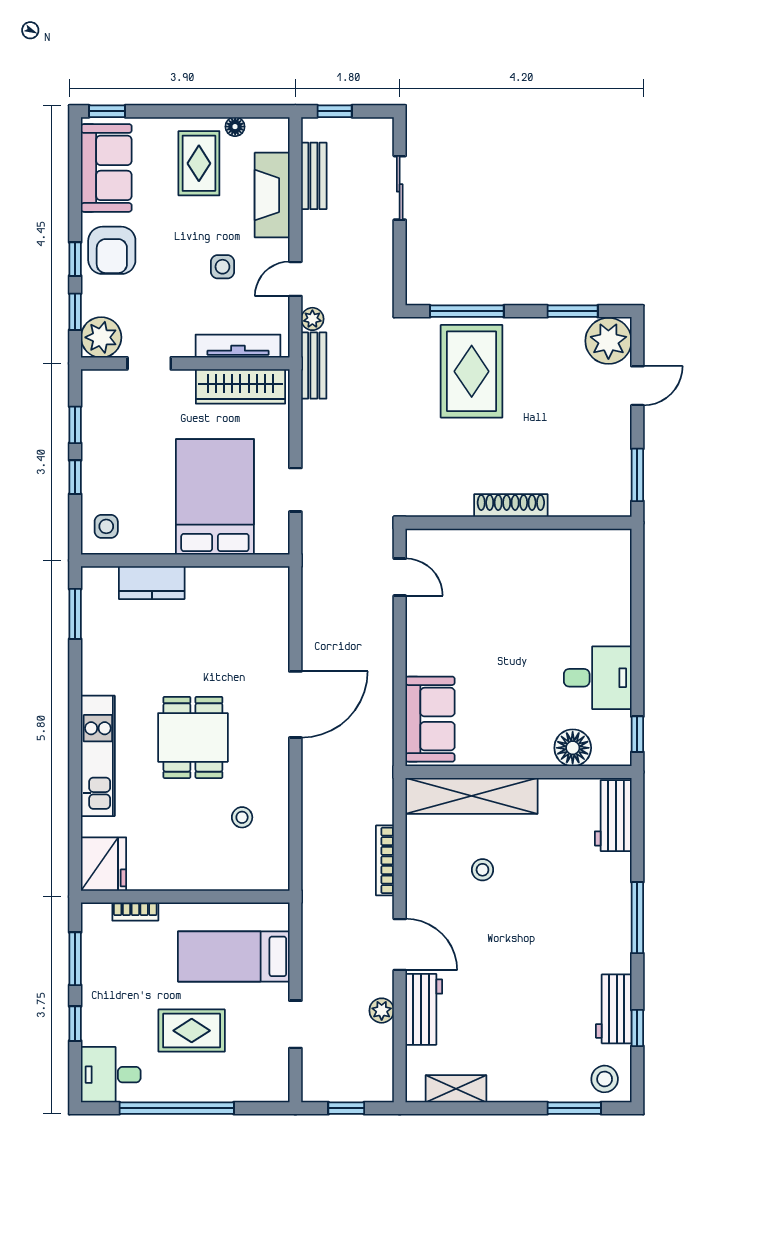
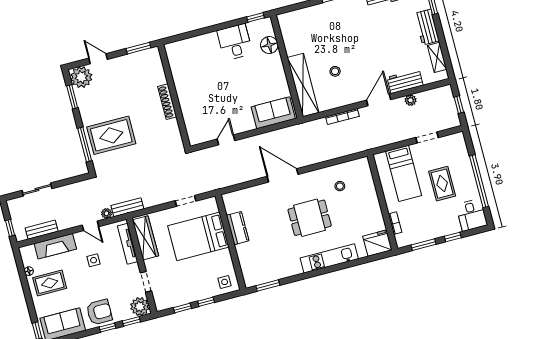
door: (400, 577) -> (226, 140), moved
kitchen counter: (152, 583) -> (238, 228), moved
workbench: (613, 816) -> (427, 27), moved, turned 90

